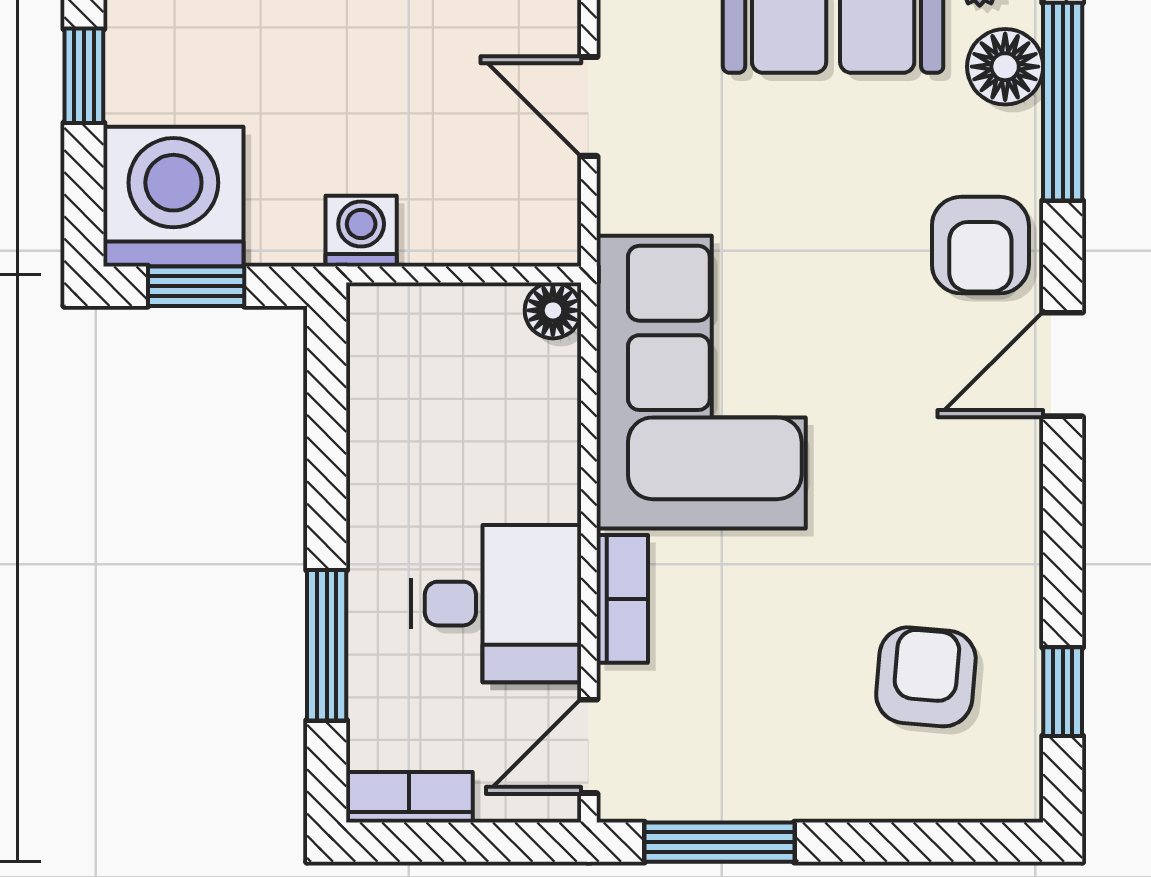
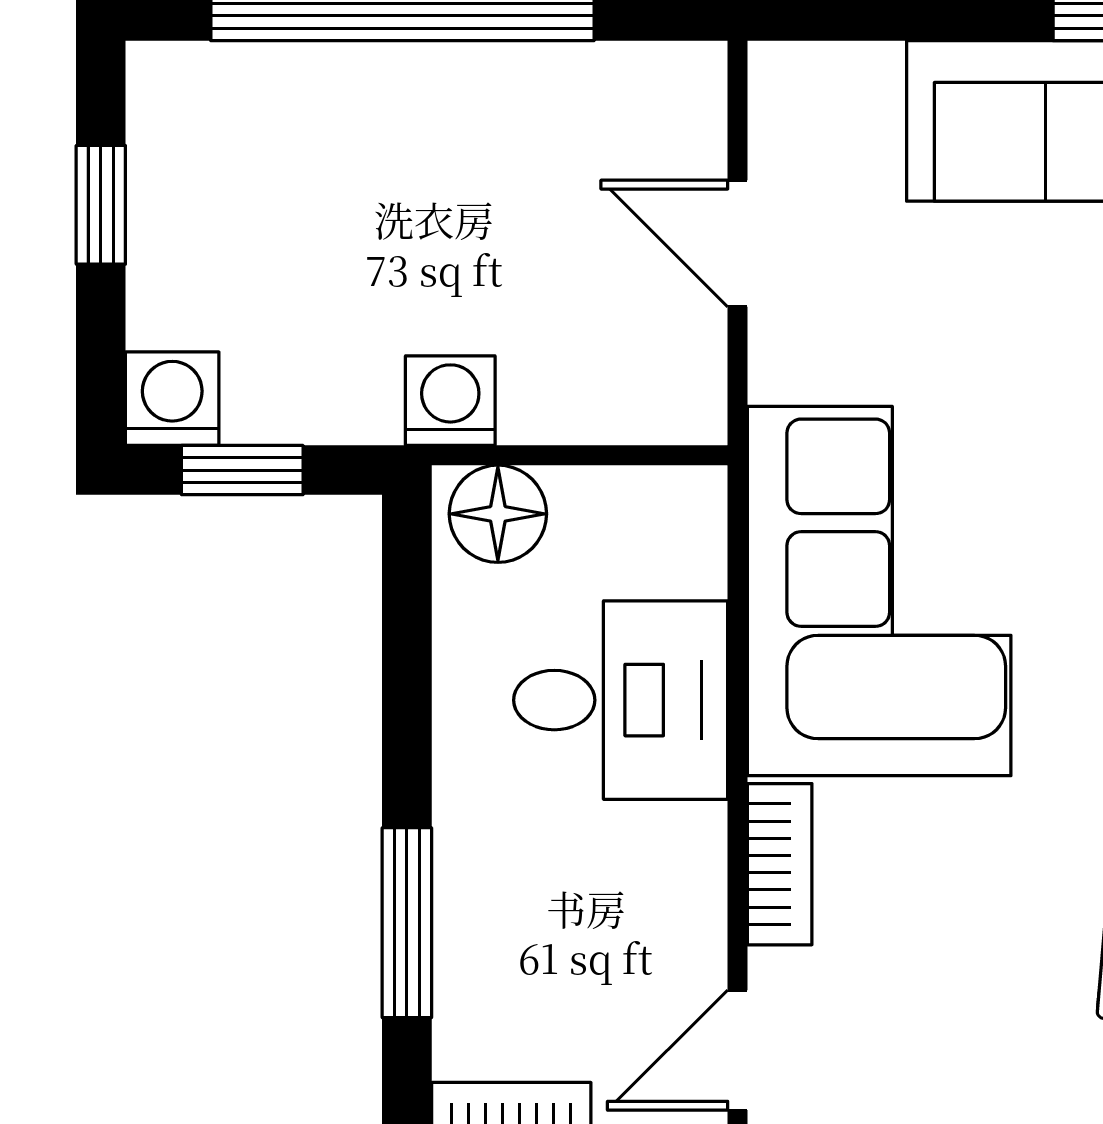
washing machine: (173, 197) -> (172, 399), width x0.53, depth x0.53
floor lamp: (553, 310) -> (498, 514), moved, width x1.37, depth x1.37
desk: (496, 604) -> (621, 700), moved

